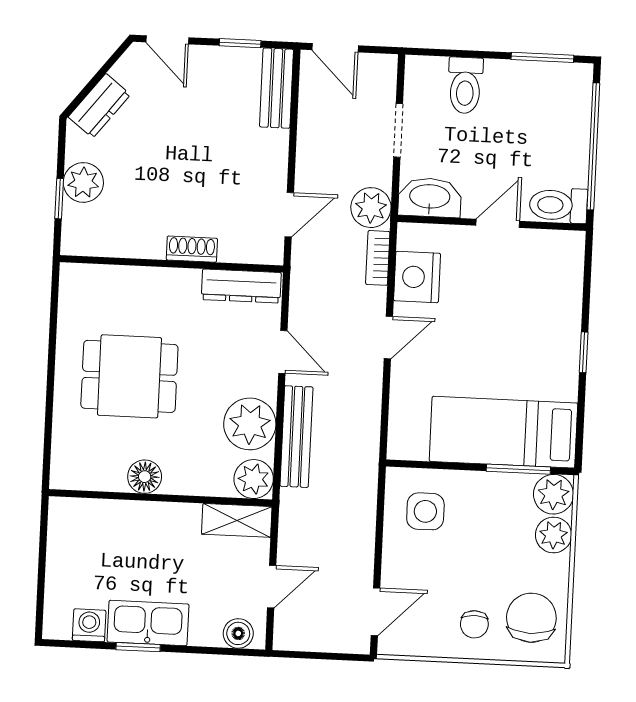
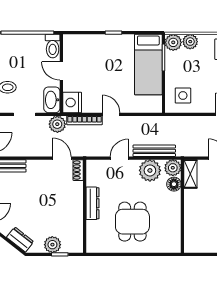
shoe rack: (192, 249) -> (78, 170), moved
bookcase: (378, 258) -> (85, 120), width x1.56
nightstand: (417, 277) -> (72, 102), moved, turned 90
dresser: (241, 286) -> (93, 203), moved
floor lamp: (145, 477) -> (174, 184), moved

